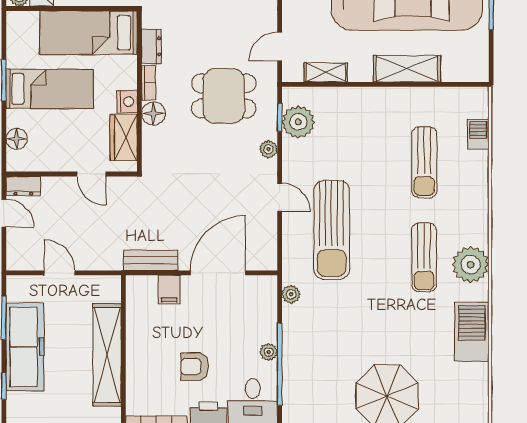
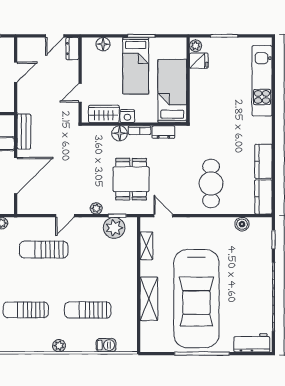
sun lounger: (332, 230) -> (44, 250), width x0.73, depth x0.75
plant: (471, 265) -> (59, 346), moved, width x0.53, depth x0.53
door: (218, 273) -> (16, 175), hinge flipped

